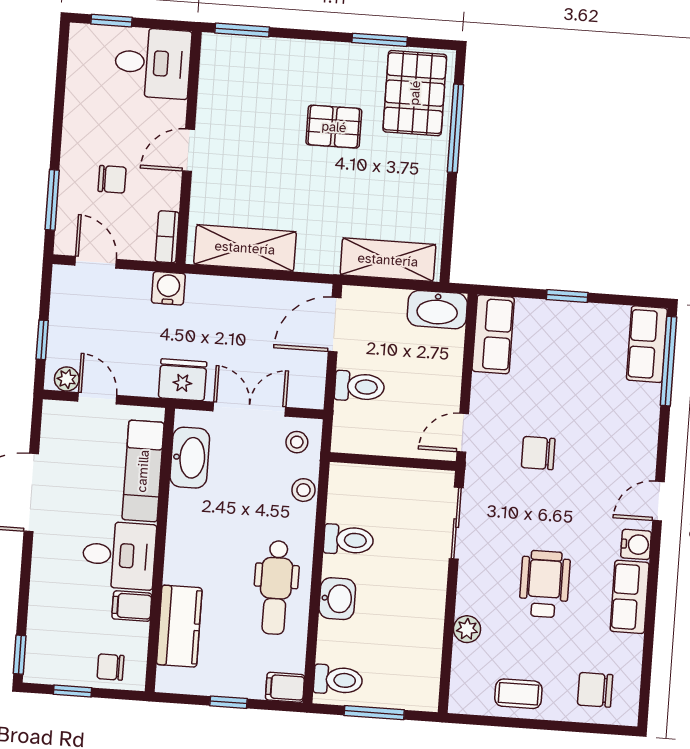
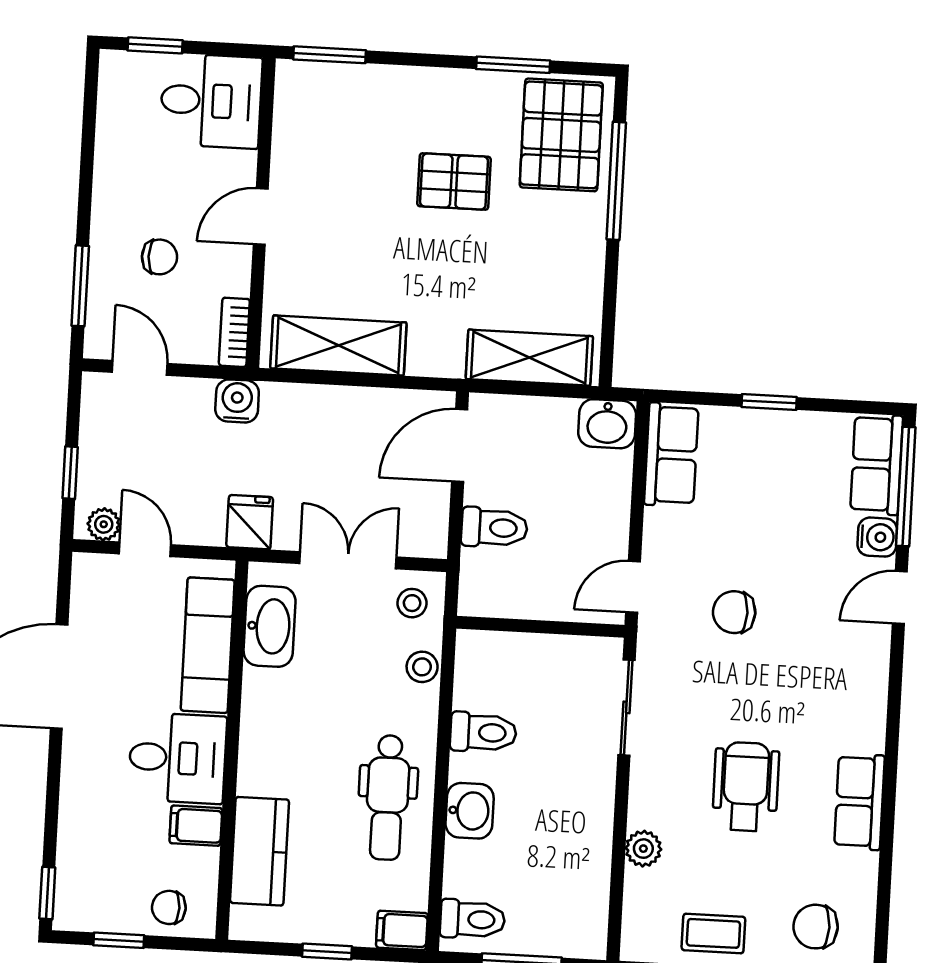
washbasin: (437, 310) -> (607, 424), width x0.72
fridge: (183, 380) -> (250, 522), width x0.72
door: (658, 501) -> (900, 597), moved
water cooler: (636, 544) -> (877, 537), moved

